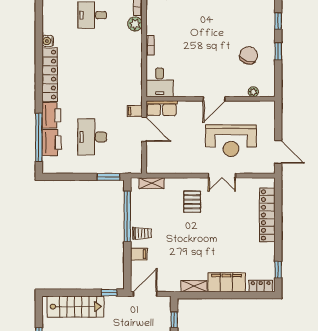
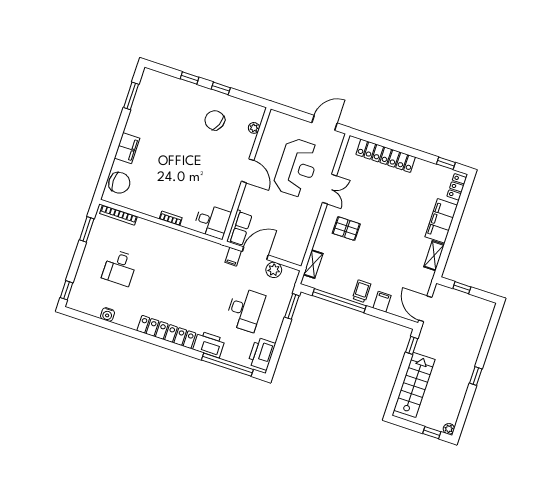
plant: (135, 24) -> (274, 270), moved
water cooler: (48, 41) -> (107, 315), moved
desk: (92, 137) -> (245, 310), turned -90
printer: (52, 142) -> (262, 354), moved, turned -90

